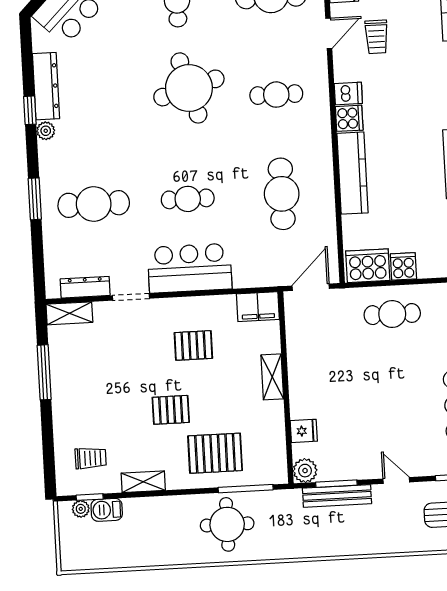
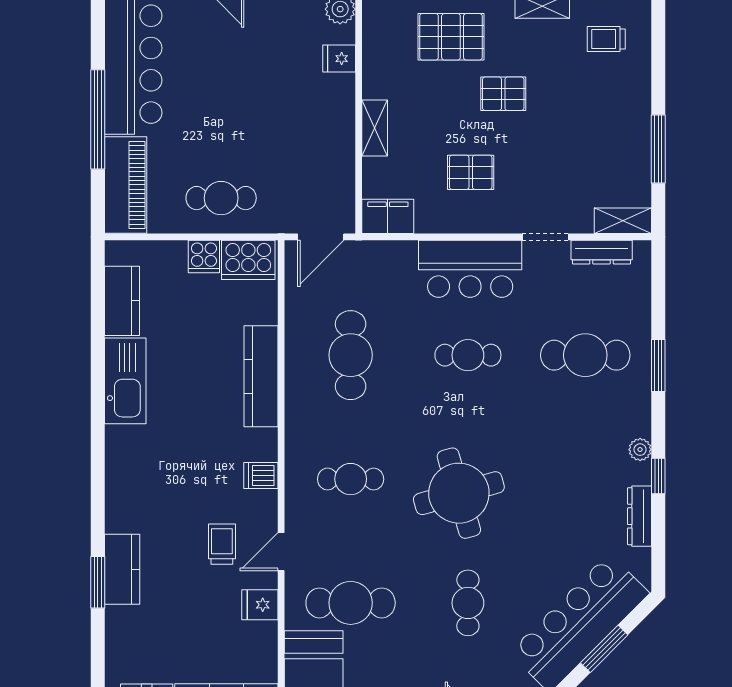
dresser: (46, 86) -> (640, 516), width x0.73, depth x0.80
cooker: (349, 118) -> (261, 445), removed

